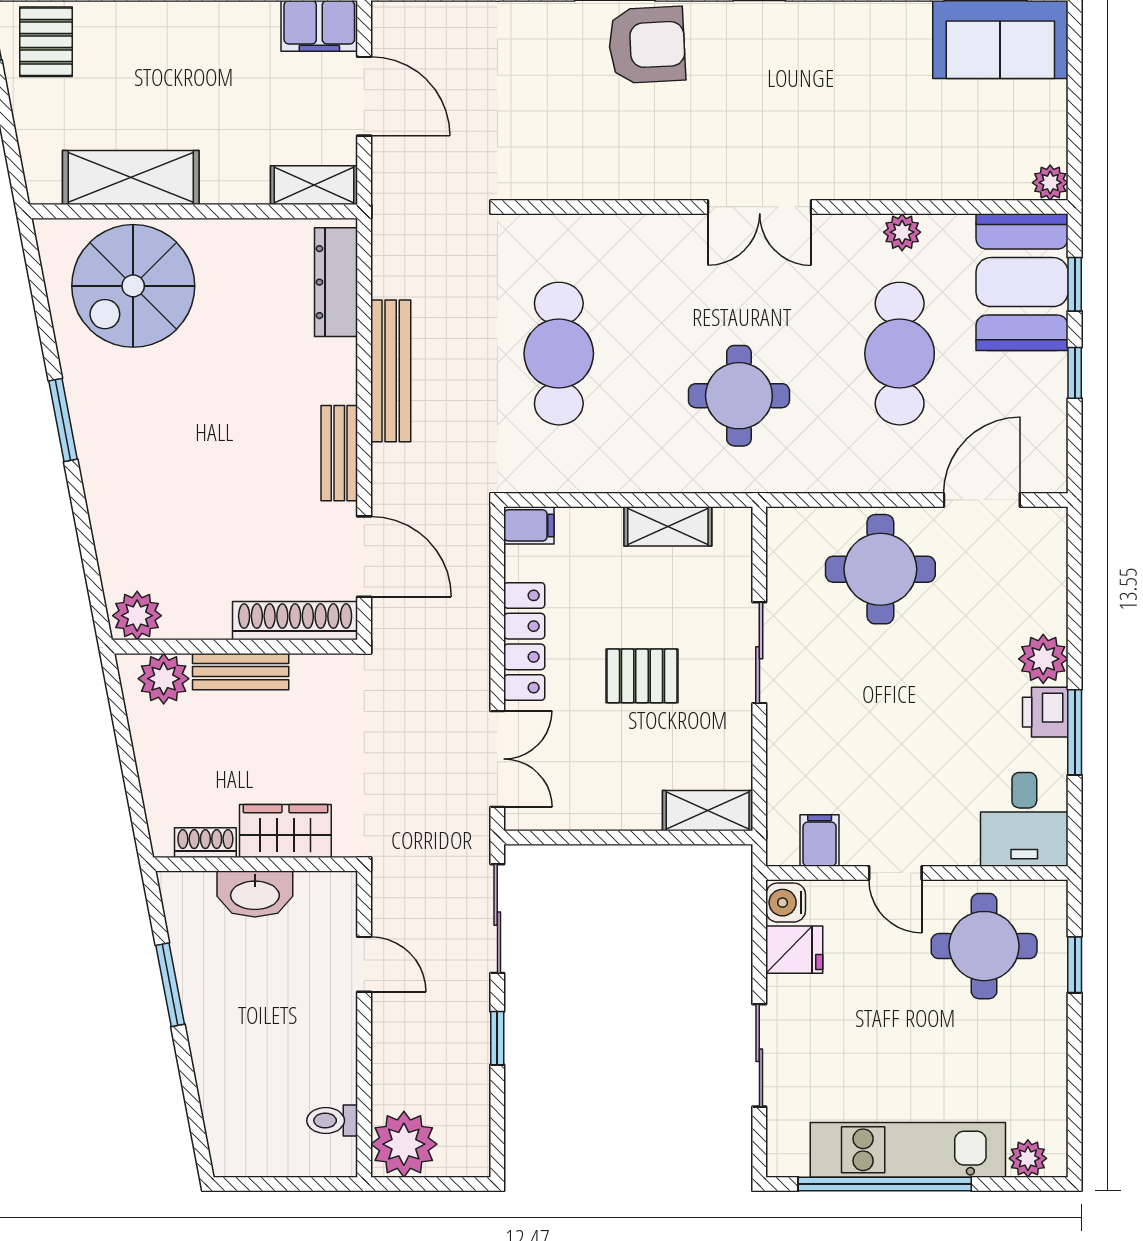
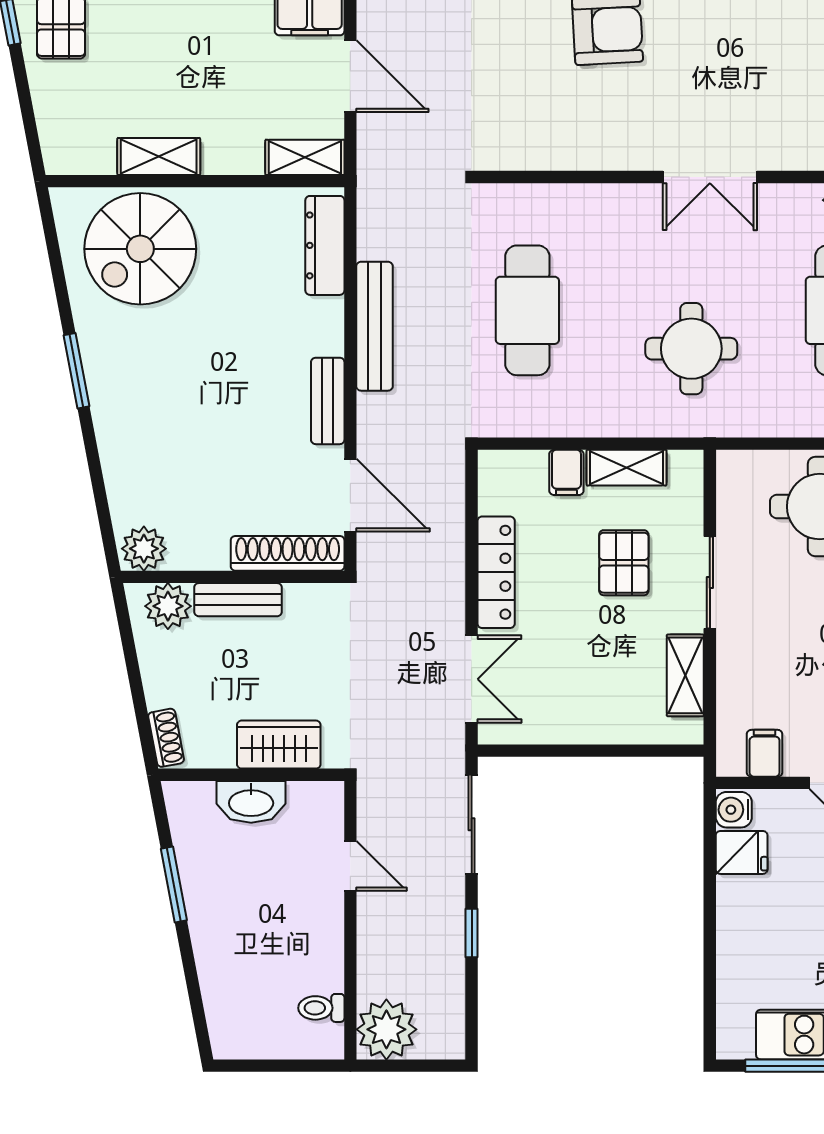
shelving: (131, 178) -> (159, 156), width x0.67, depth x0.75
filing cabinet: (529, 525) -> (566, 472), moved, turned 90
pallet: (642, 676) -> (624, 563), moved, turned 90
shelving: (708, 811) -> (685, 675), moved, turned 90
shoe rack: (205, 843) -> (166, 738), moved, turned 79
sliding door: (759, 1055) -> (710, 949), removed

